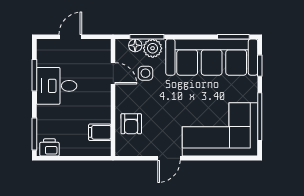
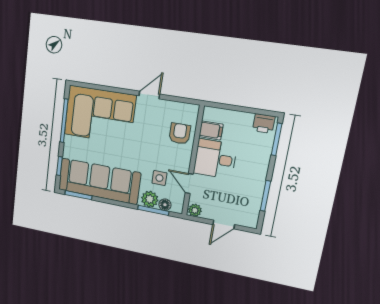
plant: (103, 46) -> (195, 210), added
desk: (57, 86) -> (215, 159), moved, turned 180

